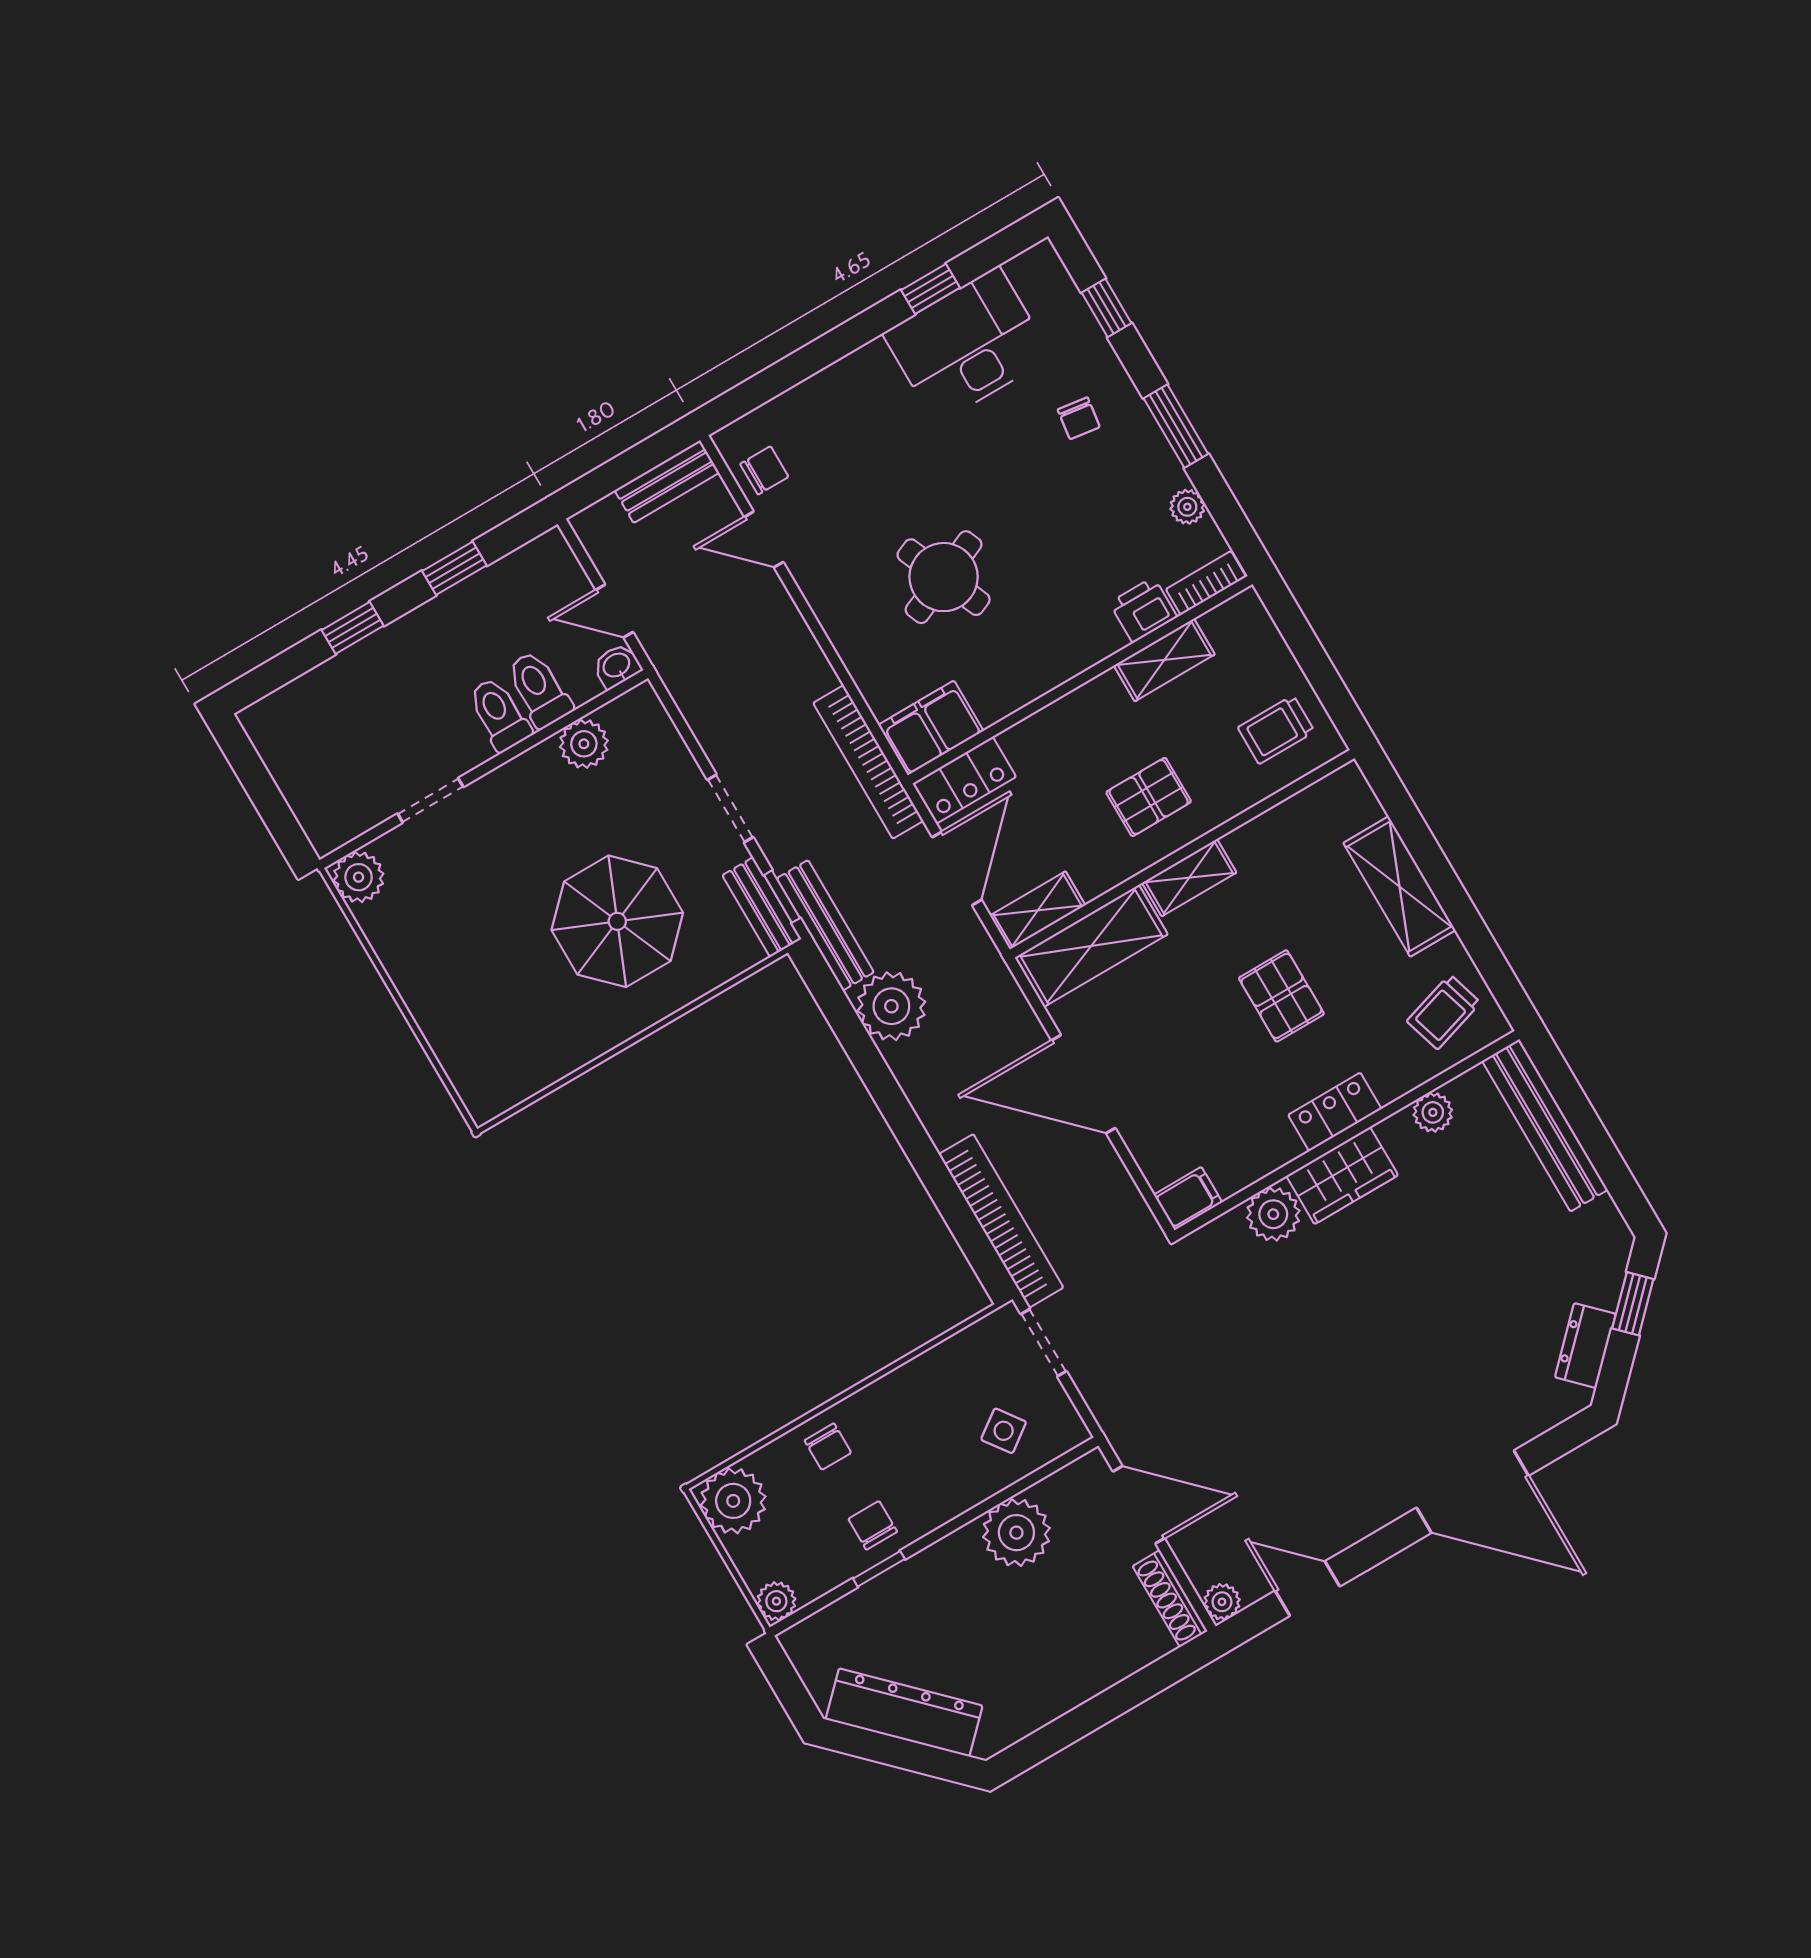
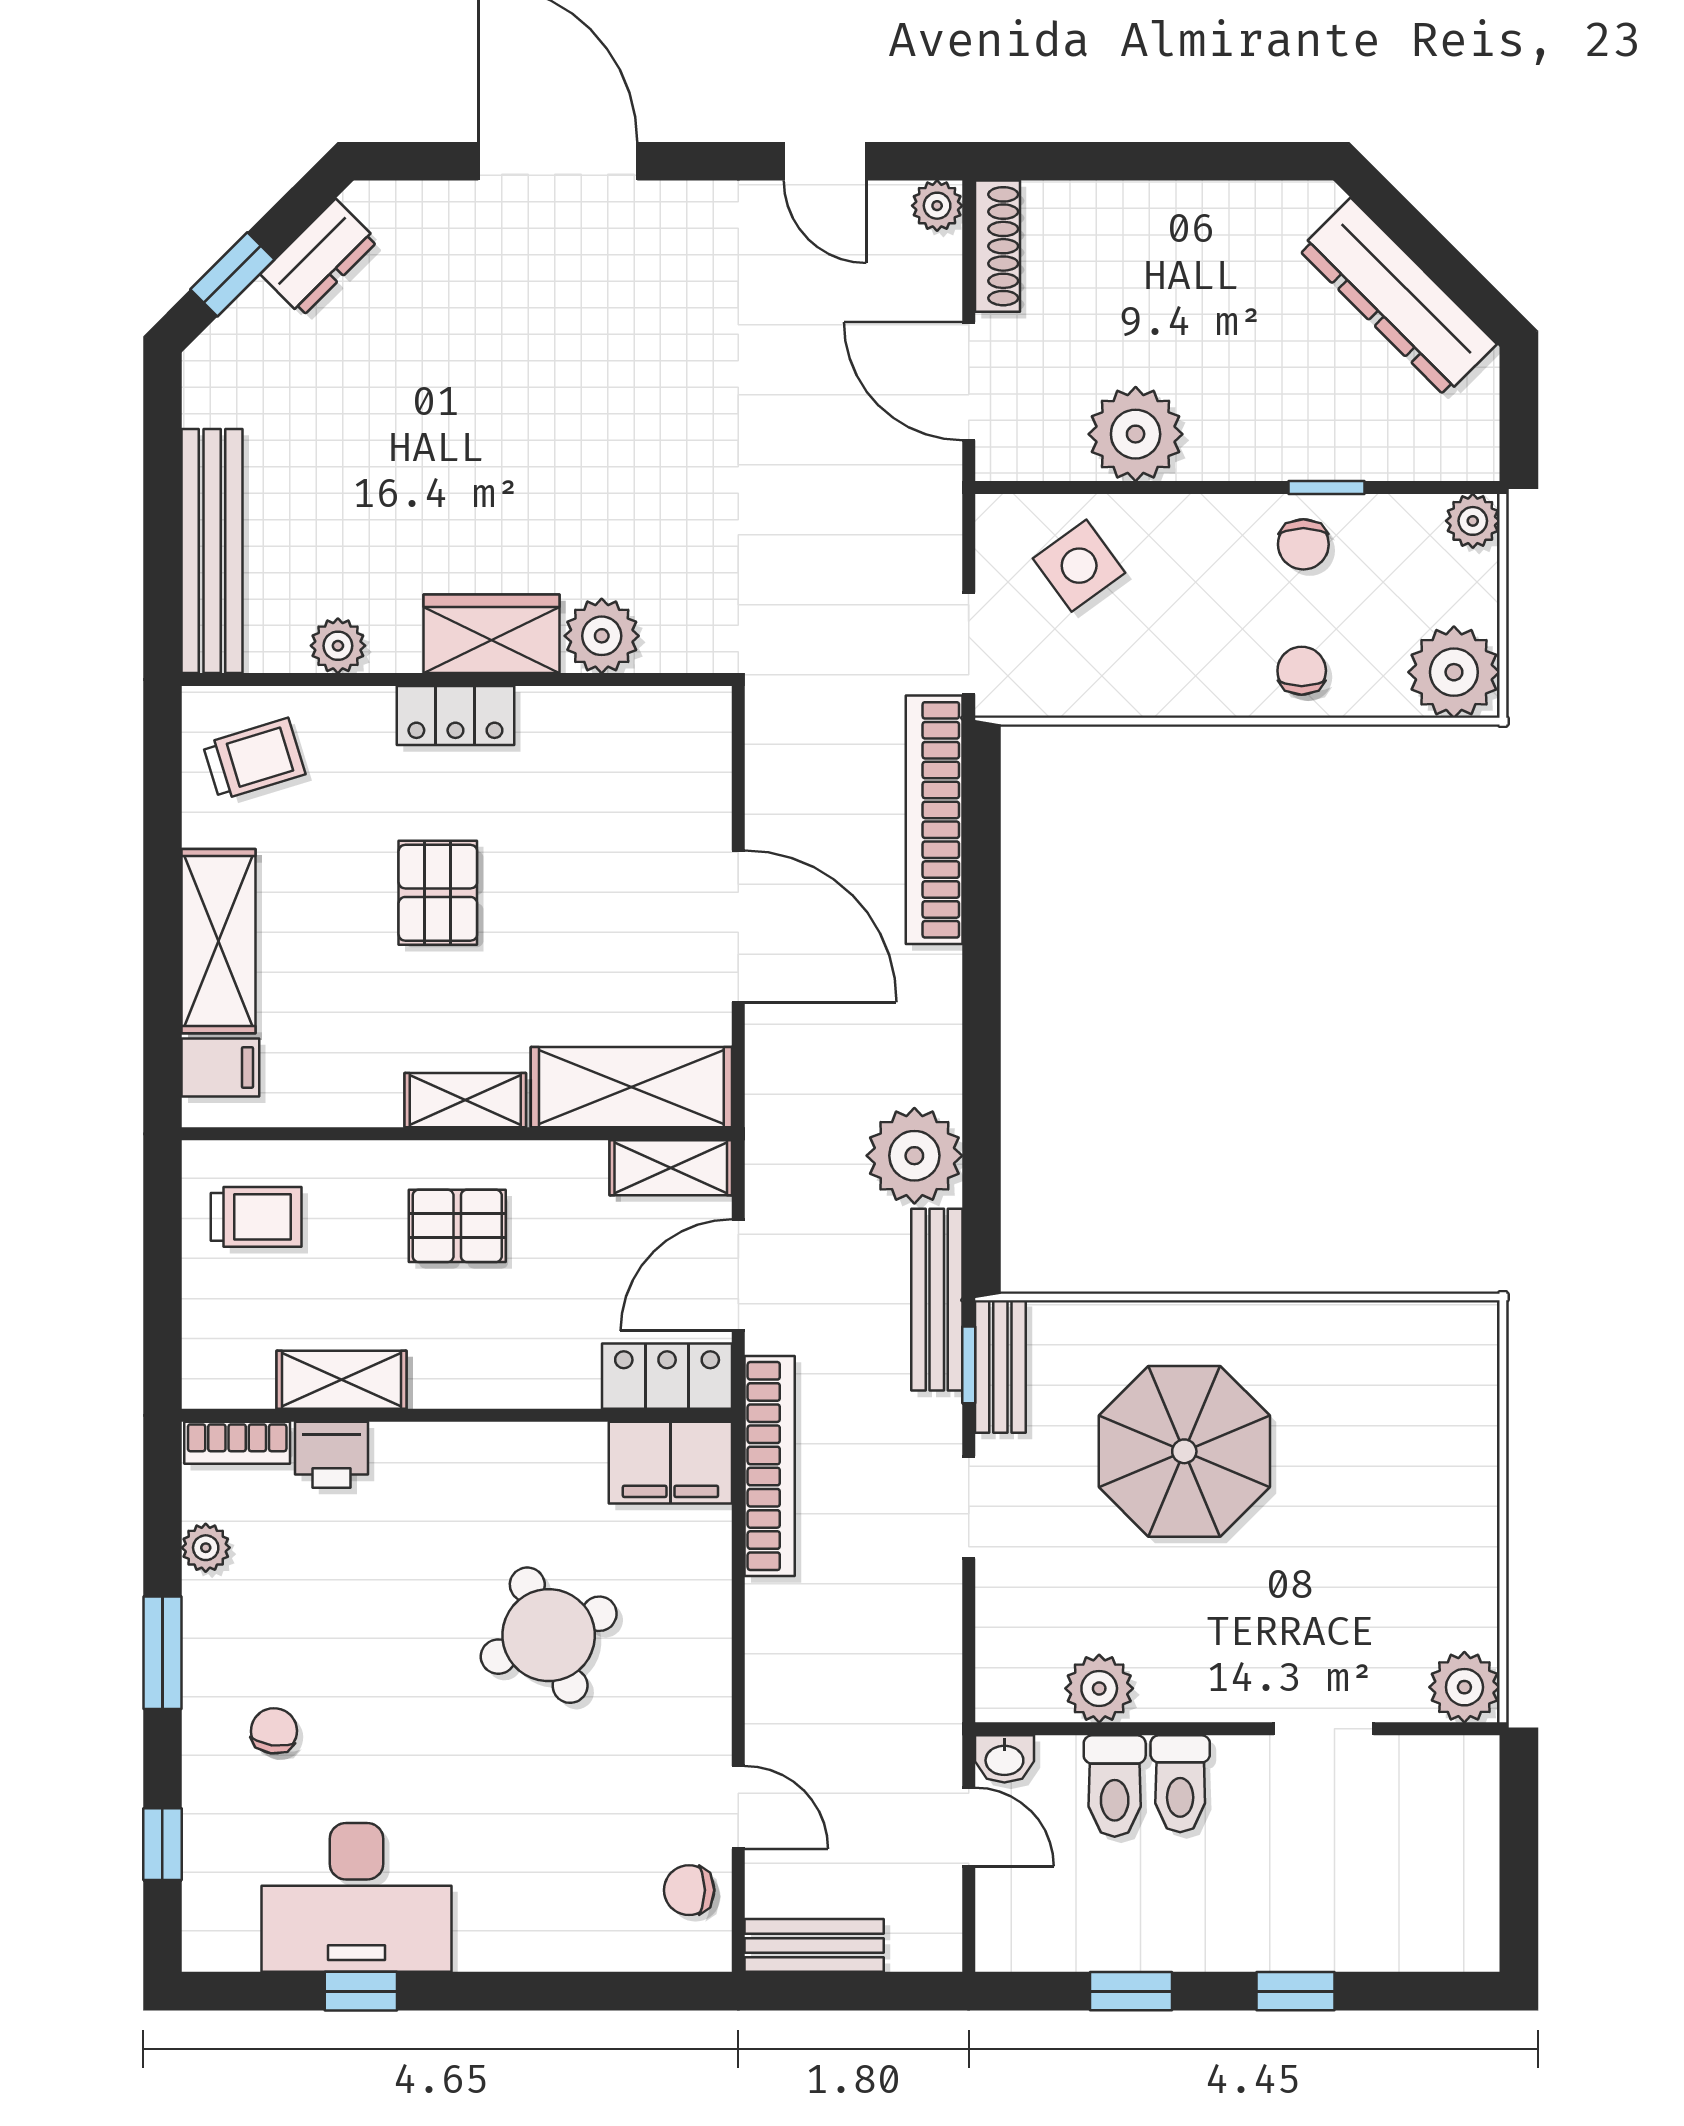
filing cabinet: (1188, 1198) -> (220, 1067), moved, turned 180
side table: (1004, 1431) -> (1079, 566), width x1.37, depth x1.37

